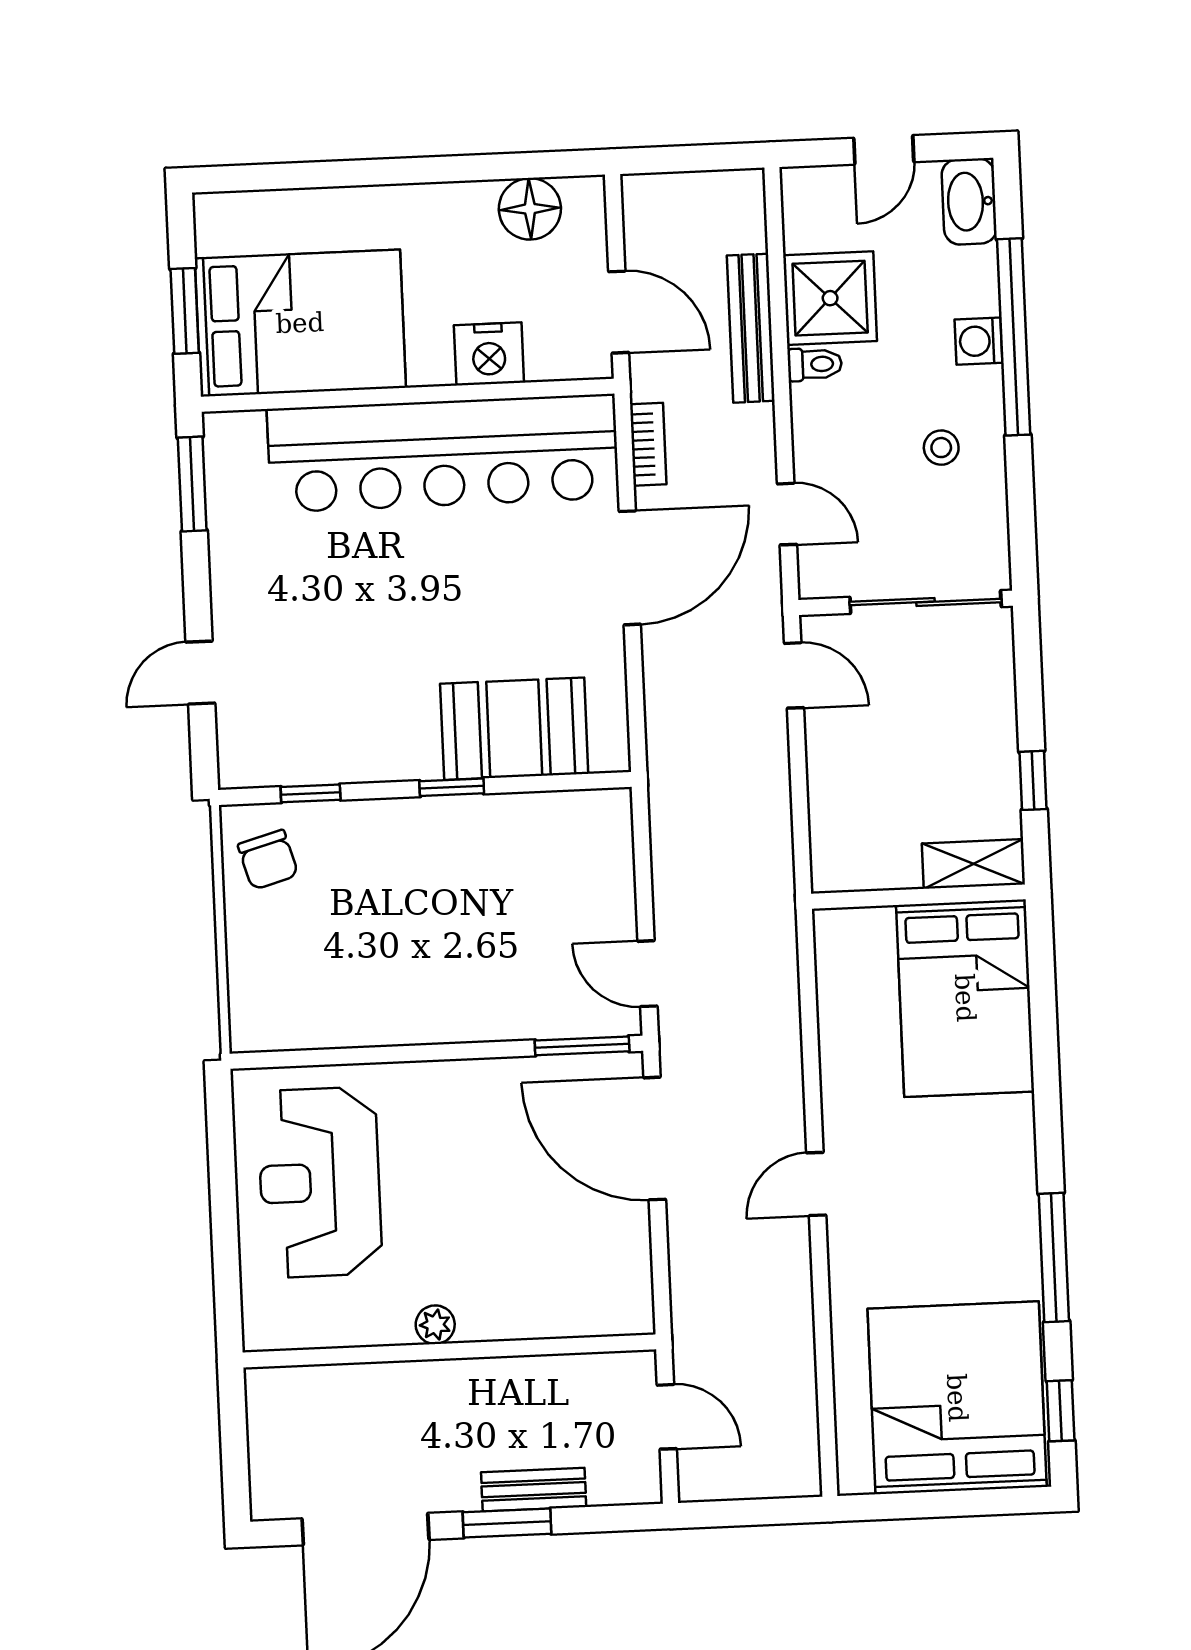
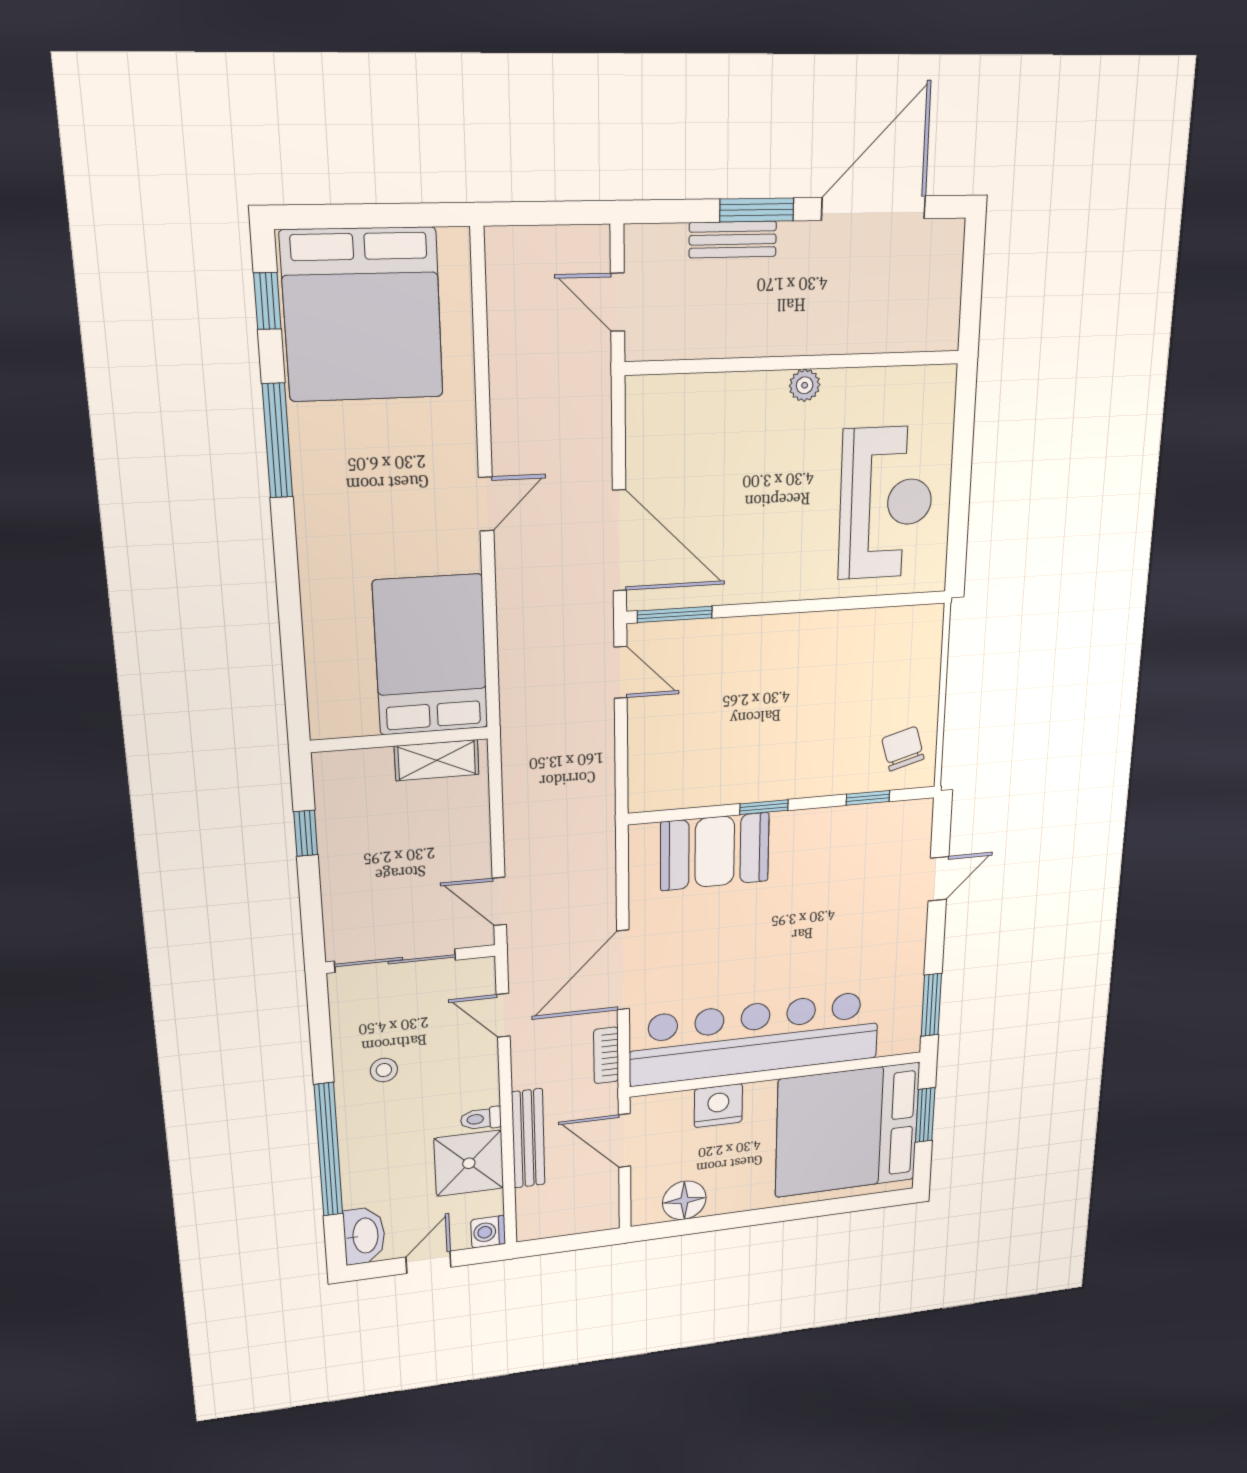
bed: (300, 323) -> (847, 1130), width x1.36
washing machine: (979, 341) -> (488, 1232), moved, turned 180
shelving: (973, 864) -> (437, 760), moved
bed: (965, 998) -> (431, 655), moved

